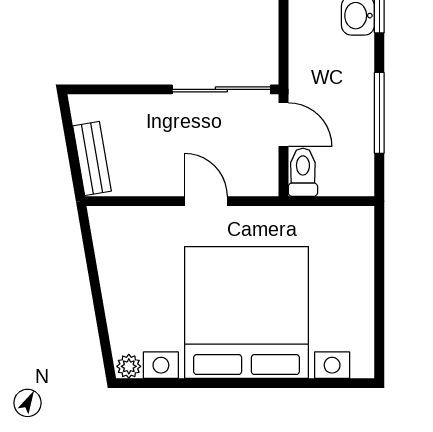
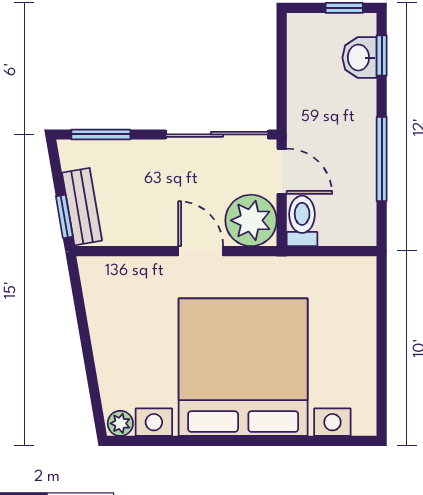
window: (110, 89) -> (101, 134), added
window: (75, 168) -> (64, 216), added
plant: (254, 172) -> (251, 220), added

